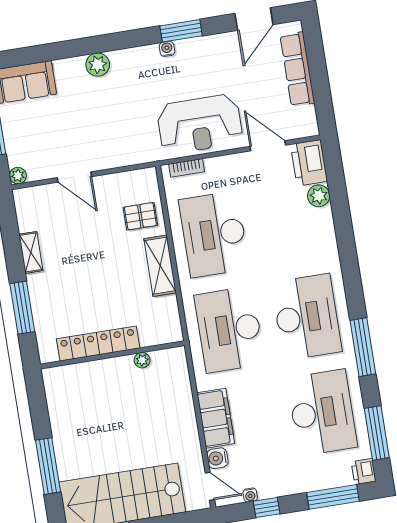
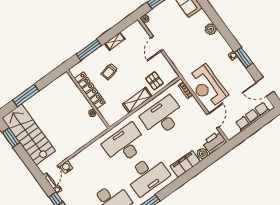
trolley: (82, 291) -> (109, 72), added
filing cabinet: (216, 418) -> (185, 164), moved, turned 180

